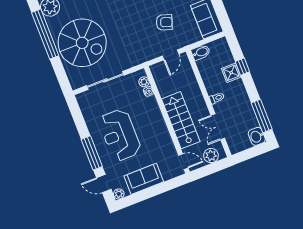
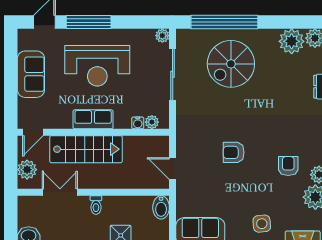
armchair: (164, 22) -> (234, 152), moved, turned 71
window: (45, 34) -> (224, 22), moved
spiral stairs: (82, 43) -> (231, 64), width x0.73, depth x0.73
row of seats: (158, 123) -> (93, 119), added
reception desk: (120, 135) -> (97, 66), turned 180
plant: (119, 194) -> (162, 36), moved

